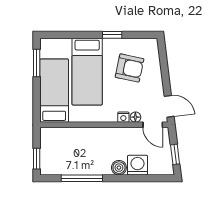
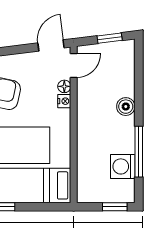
washing machine: (137, 165) -> (123, 166), moved

